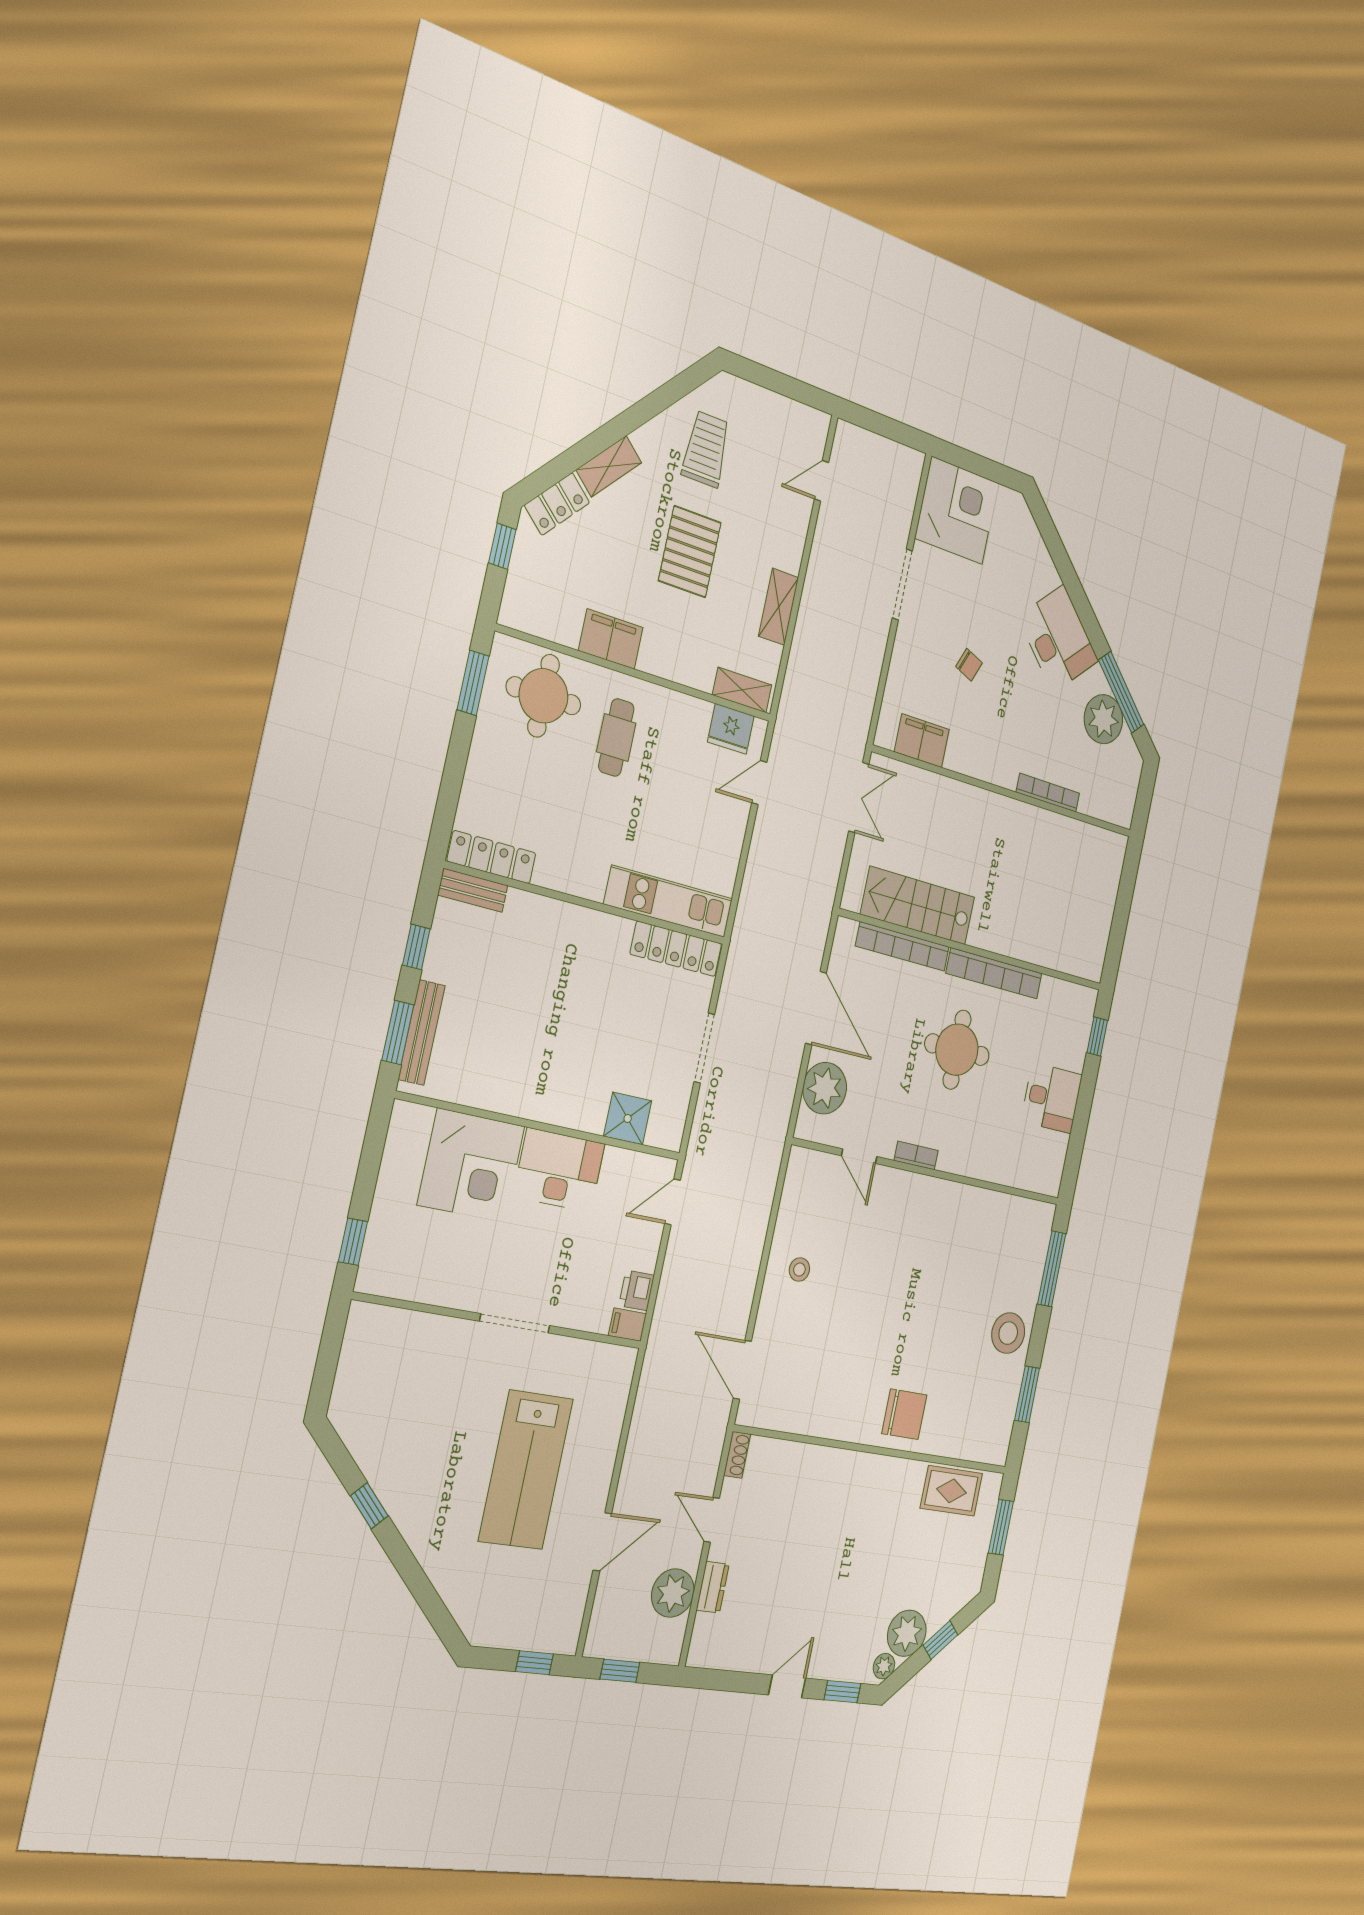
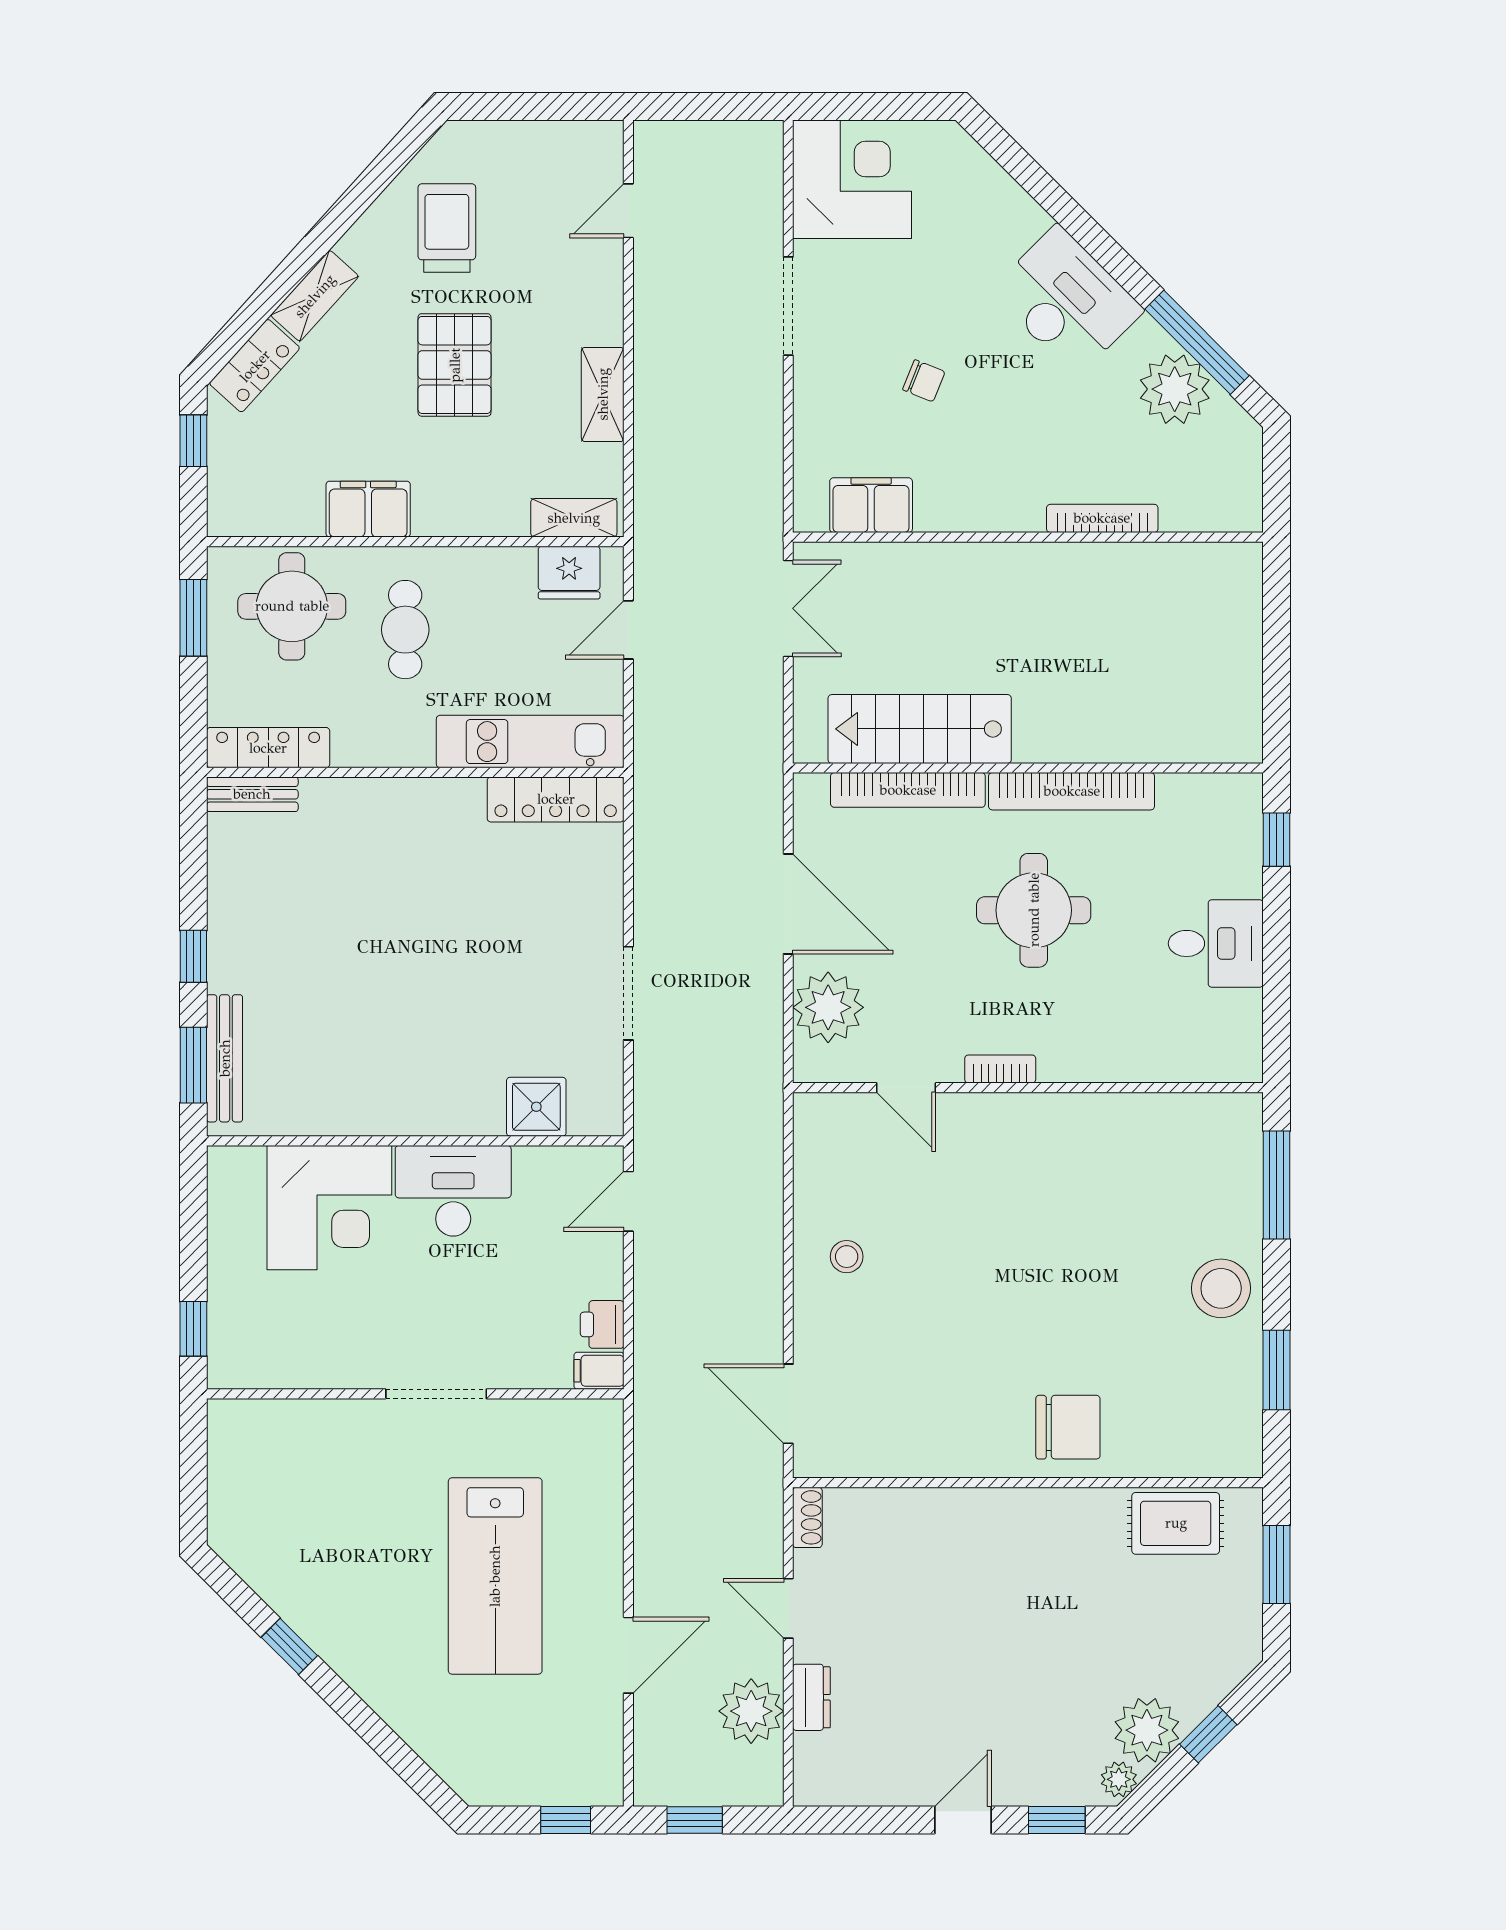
locker: (492, 857) -> (268, 748), moved
bench: (473, 890) -> (252, 794), moved
kitchen unit: (669, 901) -> (530, 742), moved
wall: (588, 904) -> (415, 772), moved
locker: (676, 949) -> (556, 799), moved

